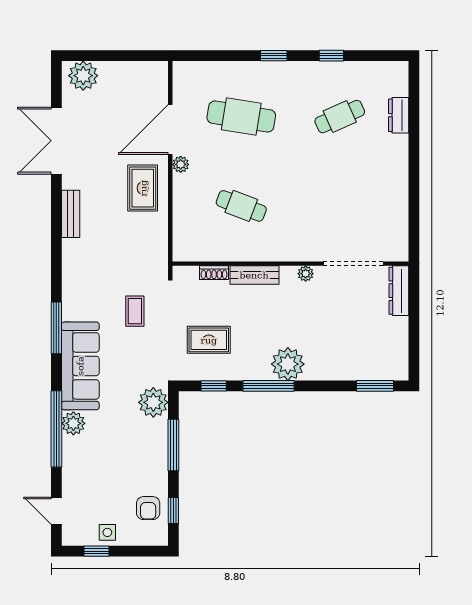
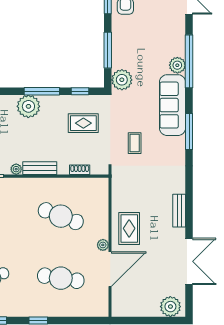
cafe table: (241, 206) -> (61, 216), width x1.37, depth x1.35
bench: (254, 275) -> (40, 168), moved

